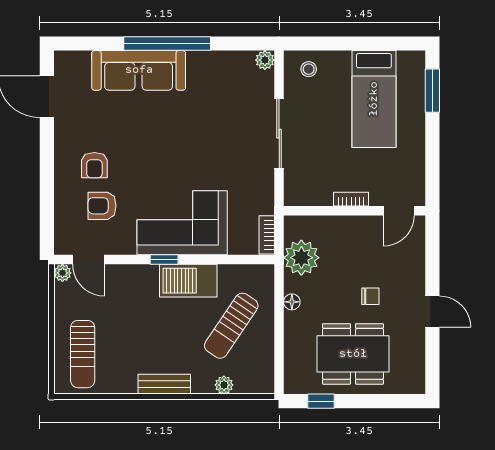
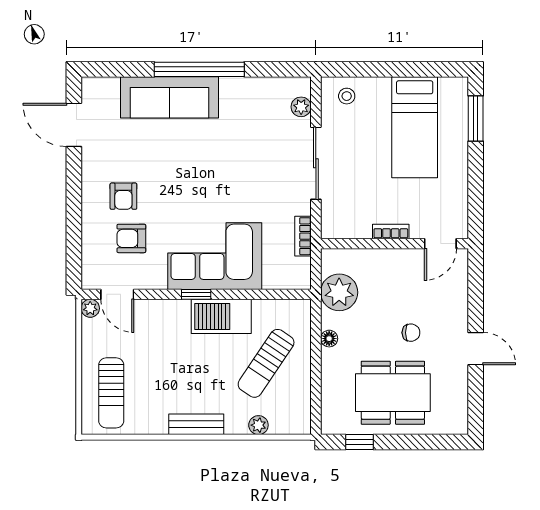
plant: (265, 60) -> (301, 107), moved
bookcase: (267, 235) -> (303, 236), moved

